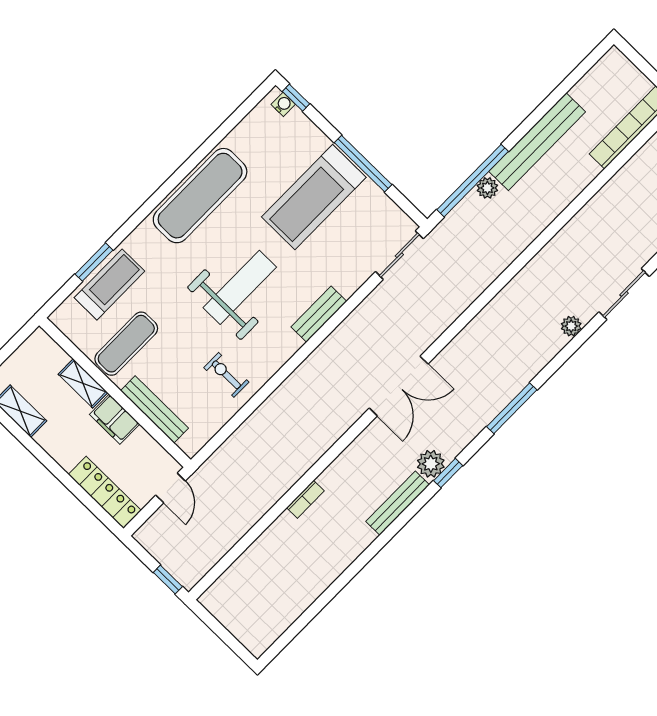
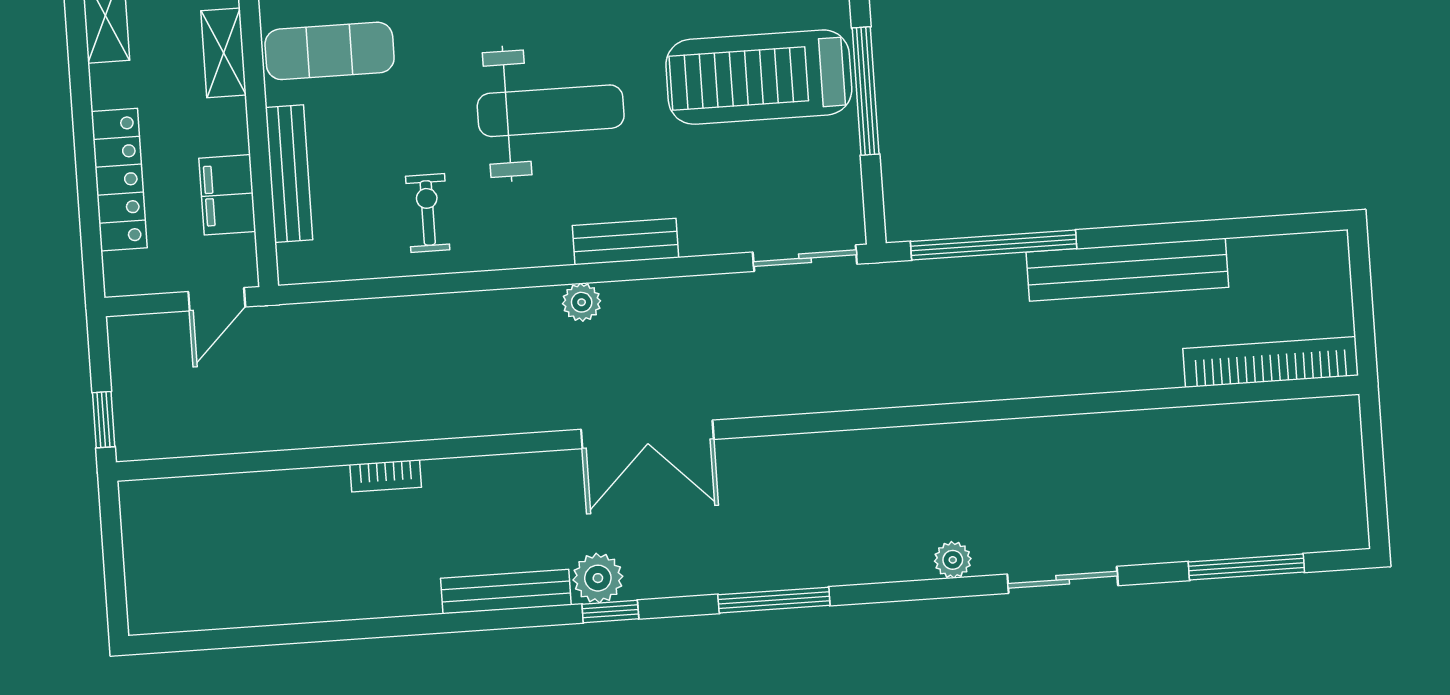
plant: (487, 188) -> (582, 302), moved
filing cabinet: (115, 419) -> (227, 195), moved
locker: (105, 492) -> (119, 180), moved

